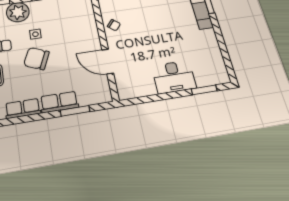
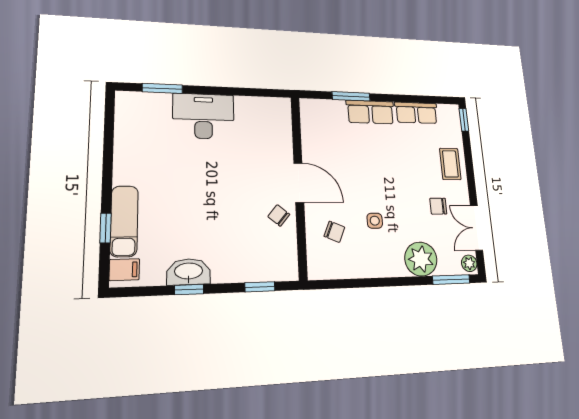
side table: (35, 34) -> (375, 221), moved
chair: (36, 59) -> (334, 232), moved, width x0.54, depth x0.54
door: (108, 61) -> (299, 183), moved

